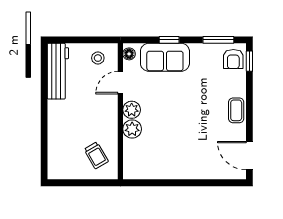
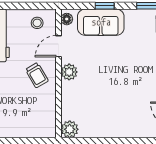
plant: (132, 129) -> (70, 129), moved
trolley: (96, 155) -> (37, 75), moved

